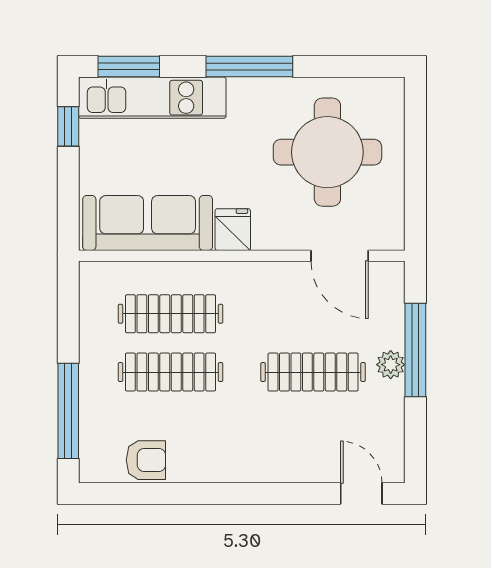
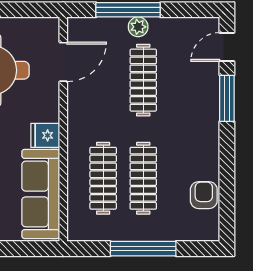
window: (68, 411) -> (143, 249), moved
window: (287, 494) -> (227, 98), added

